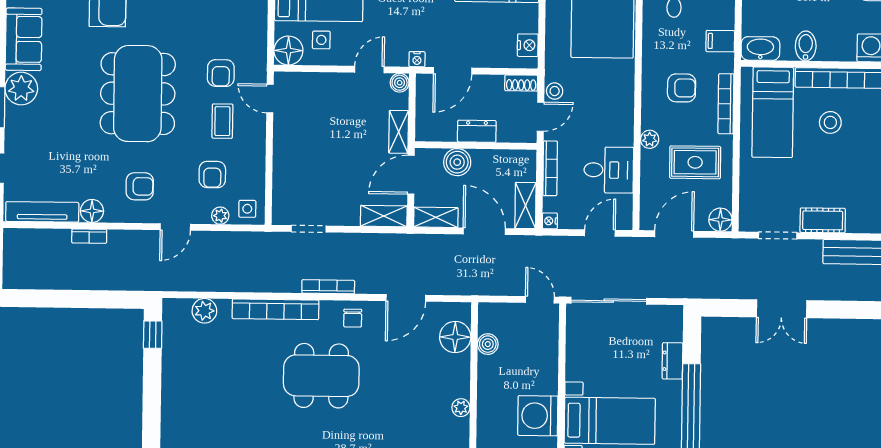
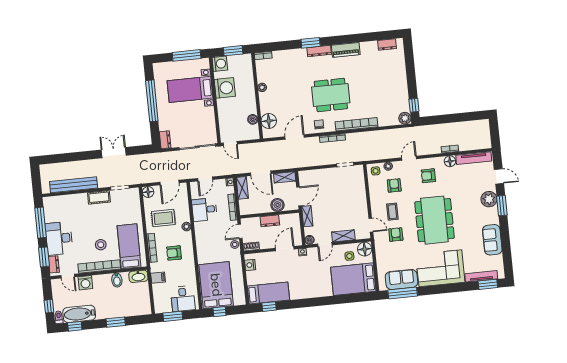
plant: (21, 88) -> (489, 199), moved
shelving: (384, 216) -> (343, 236), moved
plant: (204, 311) -> (405, 118), moved
dresser: (672, 361) -> (165, 140), moved

